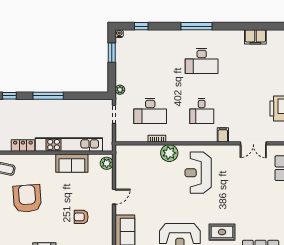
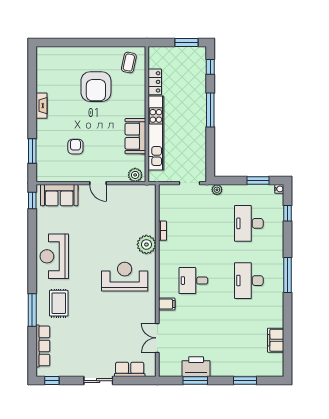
desk: (150, 111) -> (249, 223), moved
armchair: (27, 199) -> (96, 87), turned 94

